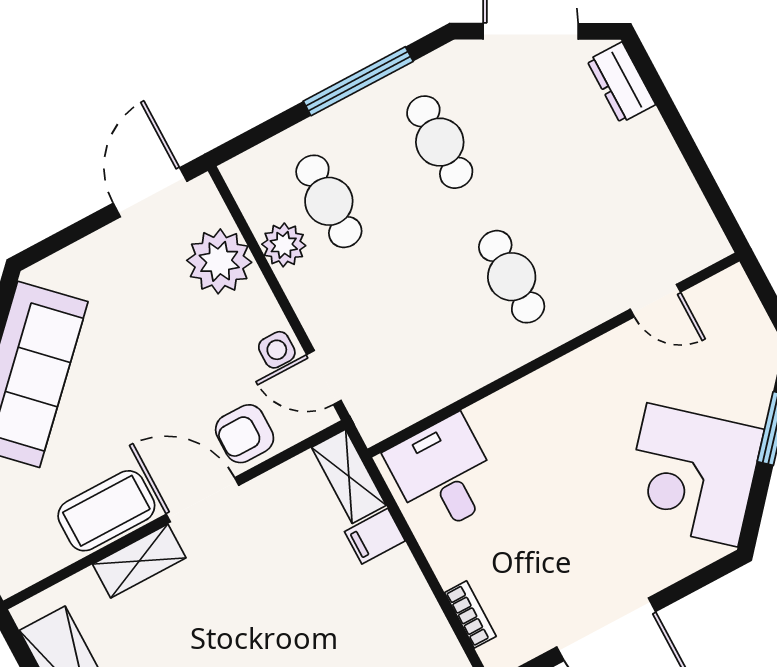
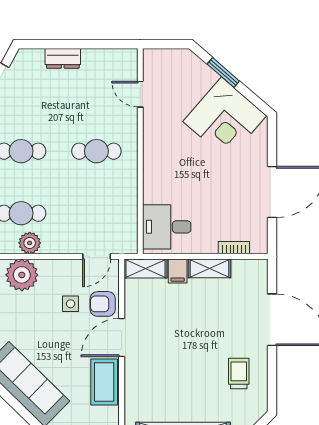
dresser: (621, 83) -> (63, 58), moved
door: (655, 301) -> (140, 94), swing flipped
side table: (277, 350) -> (71, 304), moved
armchair: (245, 434) -> (103, 304), turned 90
shelving: (139, 561) -> (210, 268), moved, turned 90

